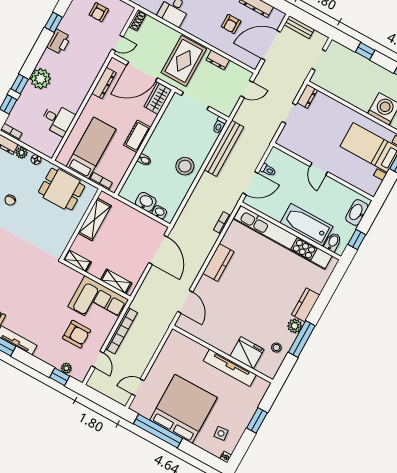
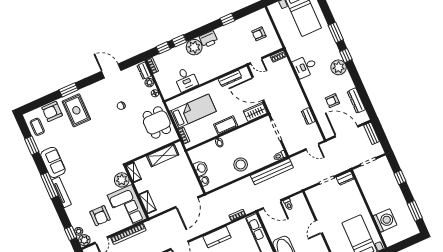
printer: (59, 42) -> (209, 39), moved
rug: (184, 61) -> (288, 101), removed
plant: (71, 279) -> (122, 180), added
plant: (80, 373) -> (84, 240), added

